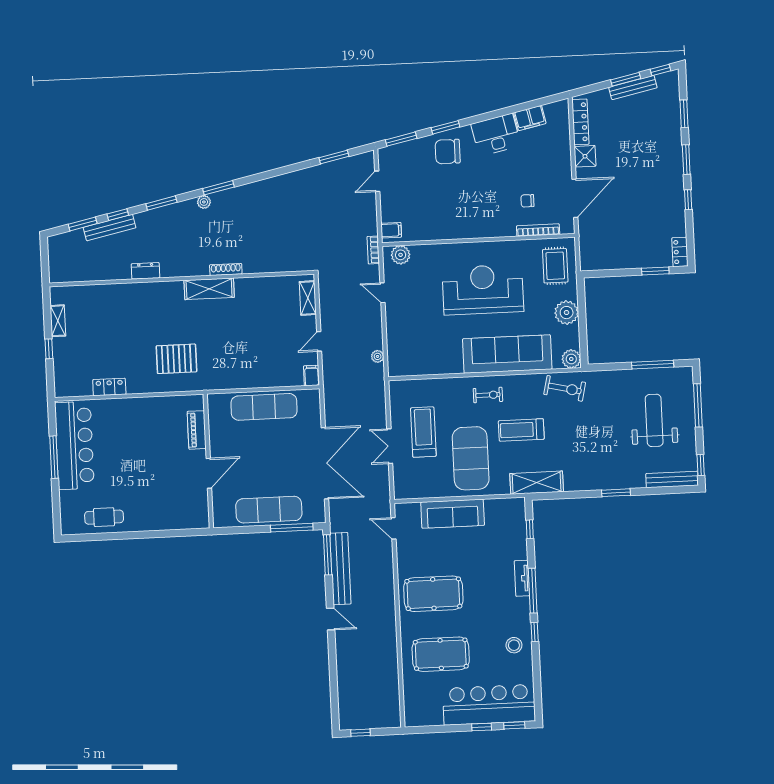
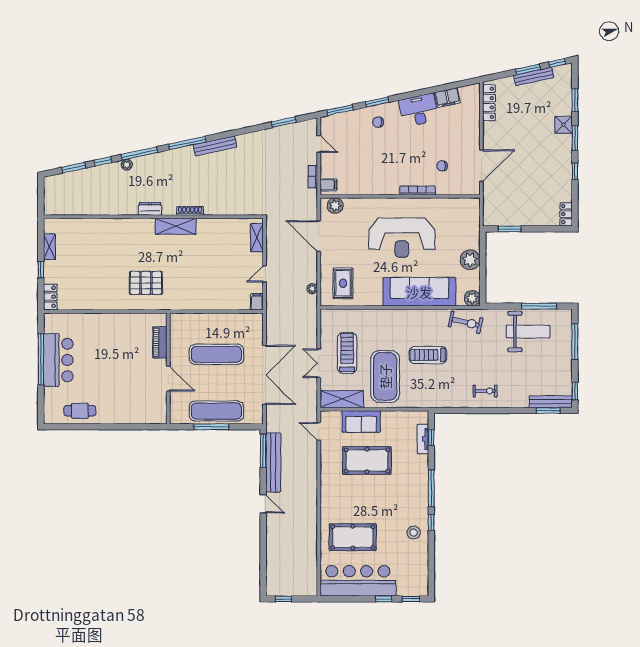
chair: (448, 152) -> (378, 122), width x0.54, depth x0.54
shower: (585, 156) -> (564, 125), moved
door: (377, 181) -> (319, 144), swing flipped
window: (218, 188) -> (187, 143), width x1.44
plant: (204, 202) -> (127, 165), moved
window: (161, 203) -> (140, 153), width x1.44
bench: (110, 228) -> (215, 146), moved
bookcase: (538, 230) -> (418, 190), moved
bookcase: (373, 250) -> (313, 177), moved
rug: (555, 266) -> (343, 283), moved
dresser: (145, 271) -> (150, 209), moved
window: (655, 271) -> (510, 229), moved
reception desk: (483, 290) -> (402, 238), turned 180
door: (382, 293) -> (319, 236), width x1.87
locker: (109, 387) -> (50, 297), moved, turned 90
exercise bike: (488, 395) -> (485, 391), moved
exercise mat: (264, 407) -> (216, 354), moved
weight bench: (654, 420) -> (528, 332), moved, turned 90
bar counter: (74, 445) -> (58, 360), width x0.73
window: (54, 457) -> (41, 359), width x1.46
door: (209, 473) -> (168, 379), hinge flipped
shelving: (537, 483) -> (342, 399), moved
window: (616, 493) -> (548, 411), moved
sofa: (453, 514) -> (361, 421), width x0.73
window: (292, 528) -> (211, 427), moved
tv unit: (522, 578) -> (423, 439), moved
pool table: (433, 594) -> (367, 460), moved
bar counter: (489, 705) -> (358, 581), moved

